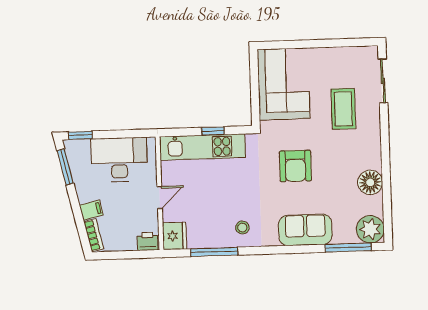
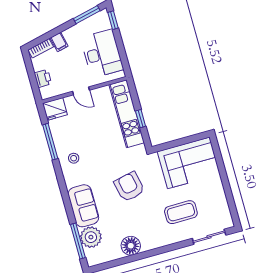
armchair: (295, 166) -> (129, 187), turned 78
plant: (370, 229) -> (91, 237), moved
printer: (148, 241) -> (43, 78), moved

